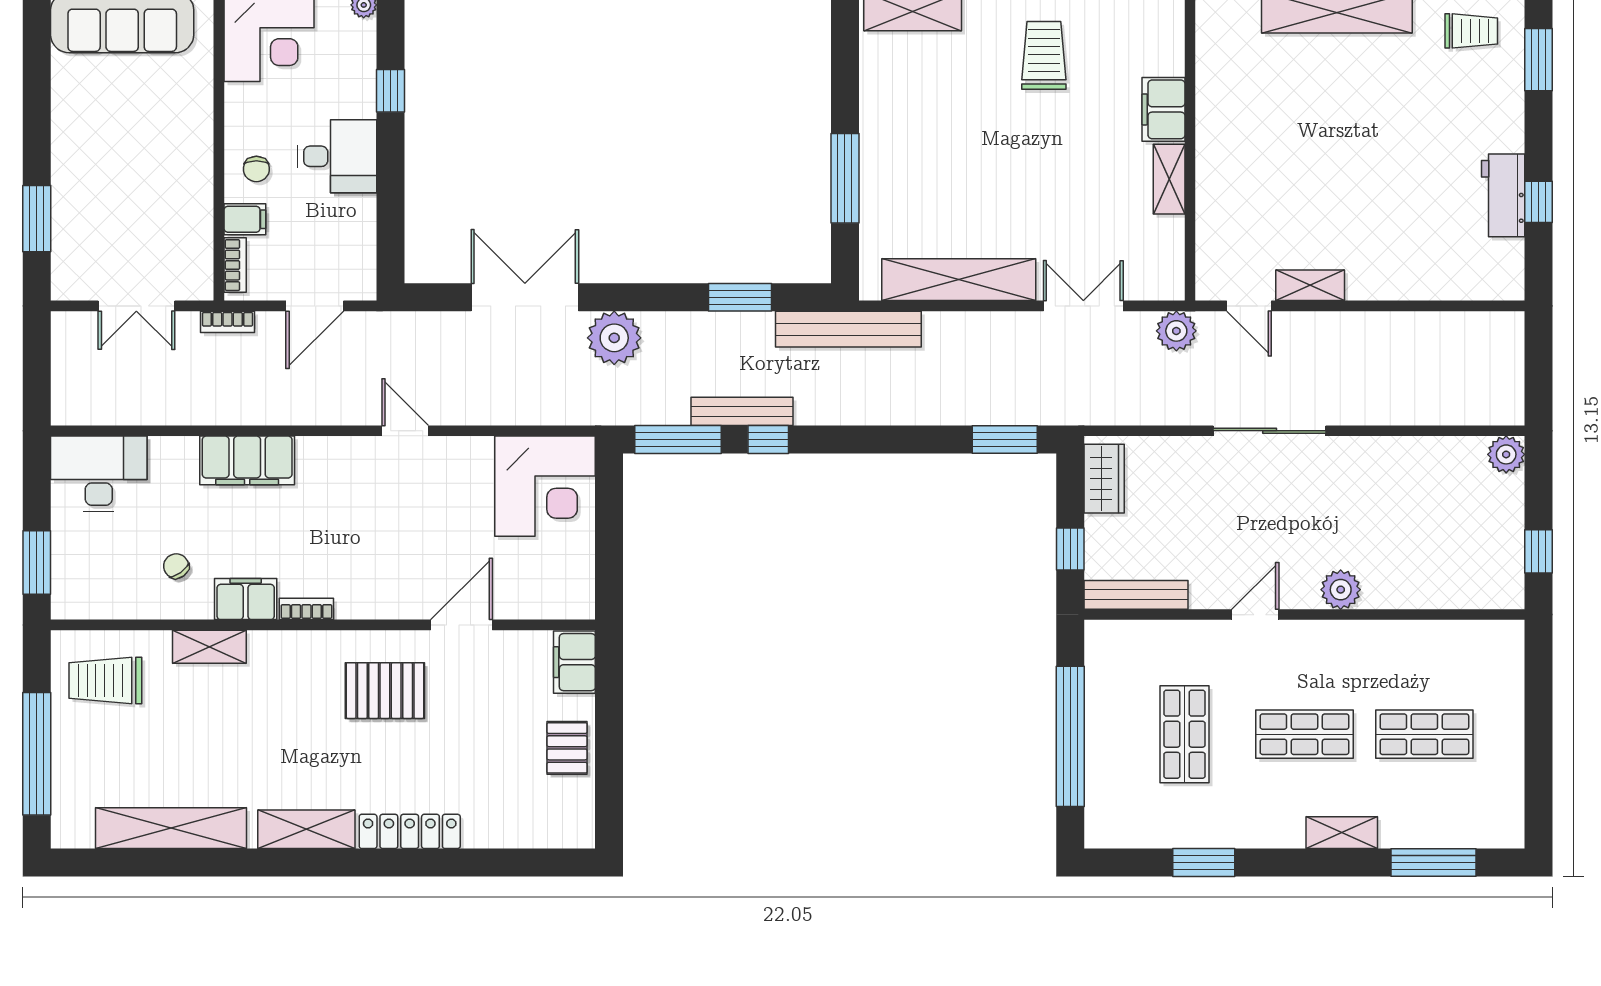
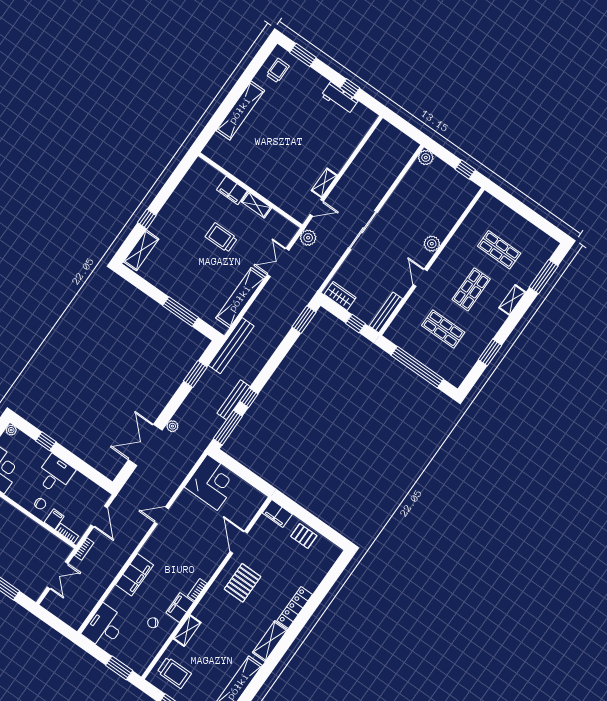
trolley: (1044, 55) -> (221, 238), moved
plant: (614, 338) -> (172, 426), width x0.53, depth x0.53
trolley: (105, 681) -> (174, 673), turned -90
shop shelf: (1424, 734) -> (499, 250), turned 90

